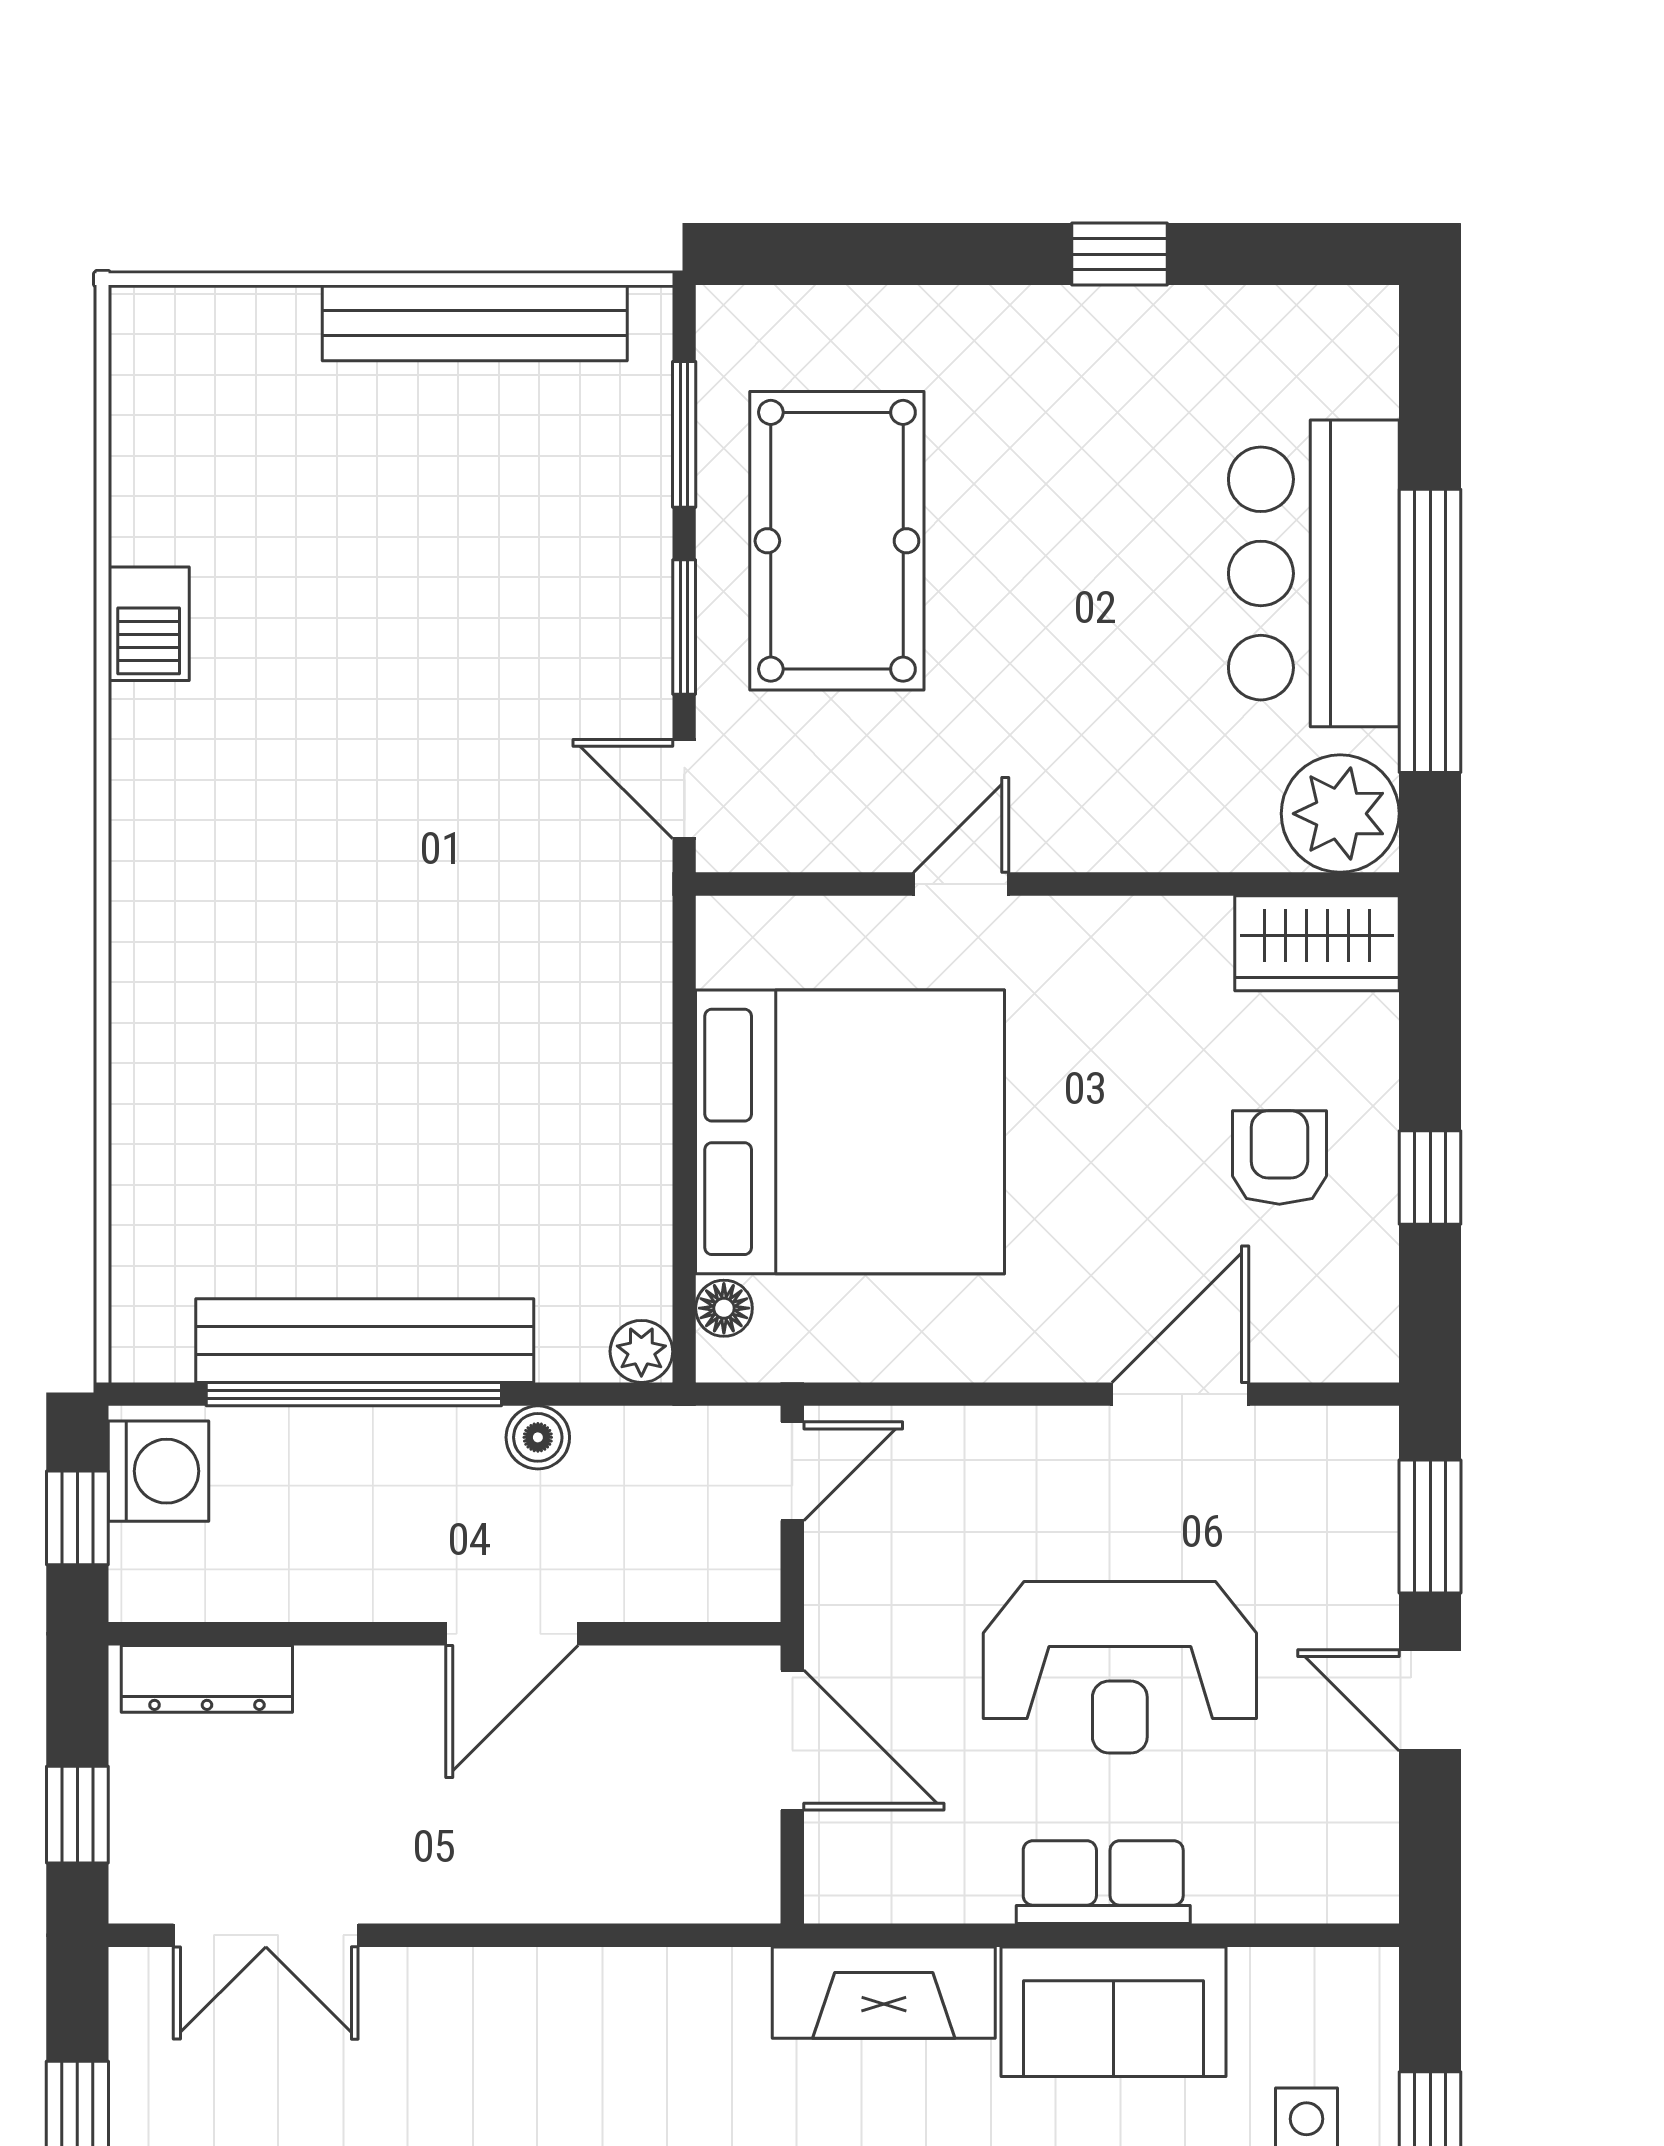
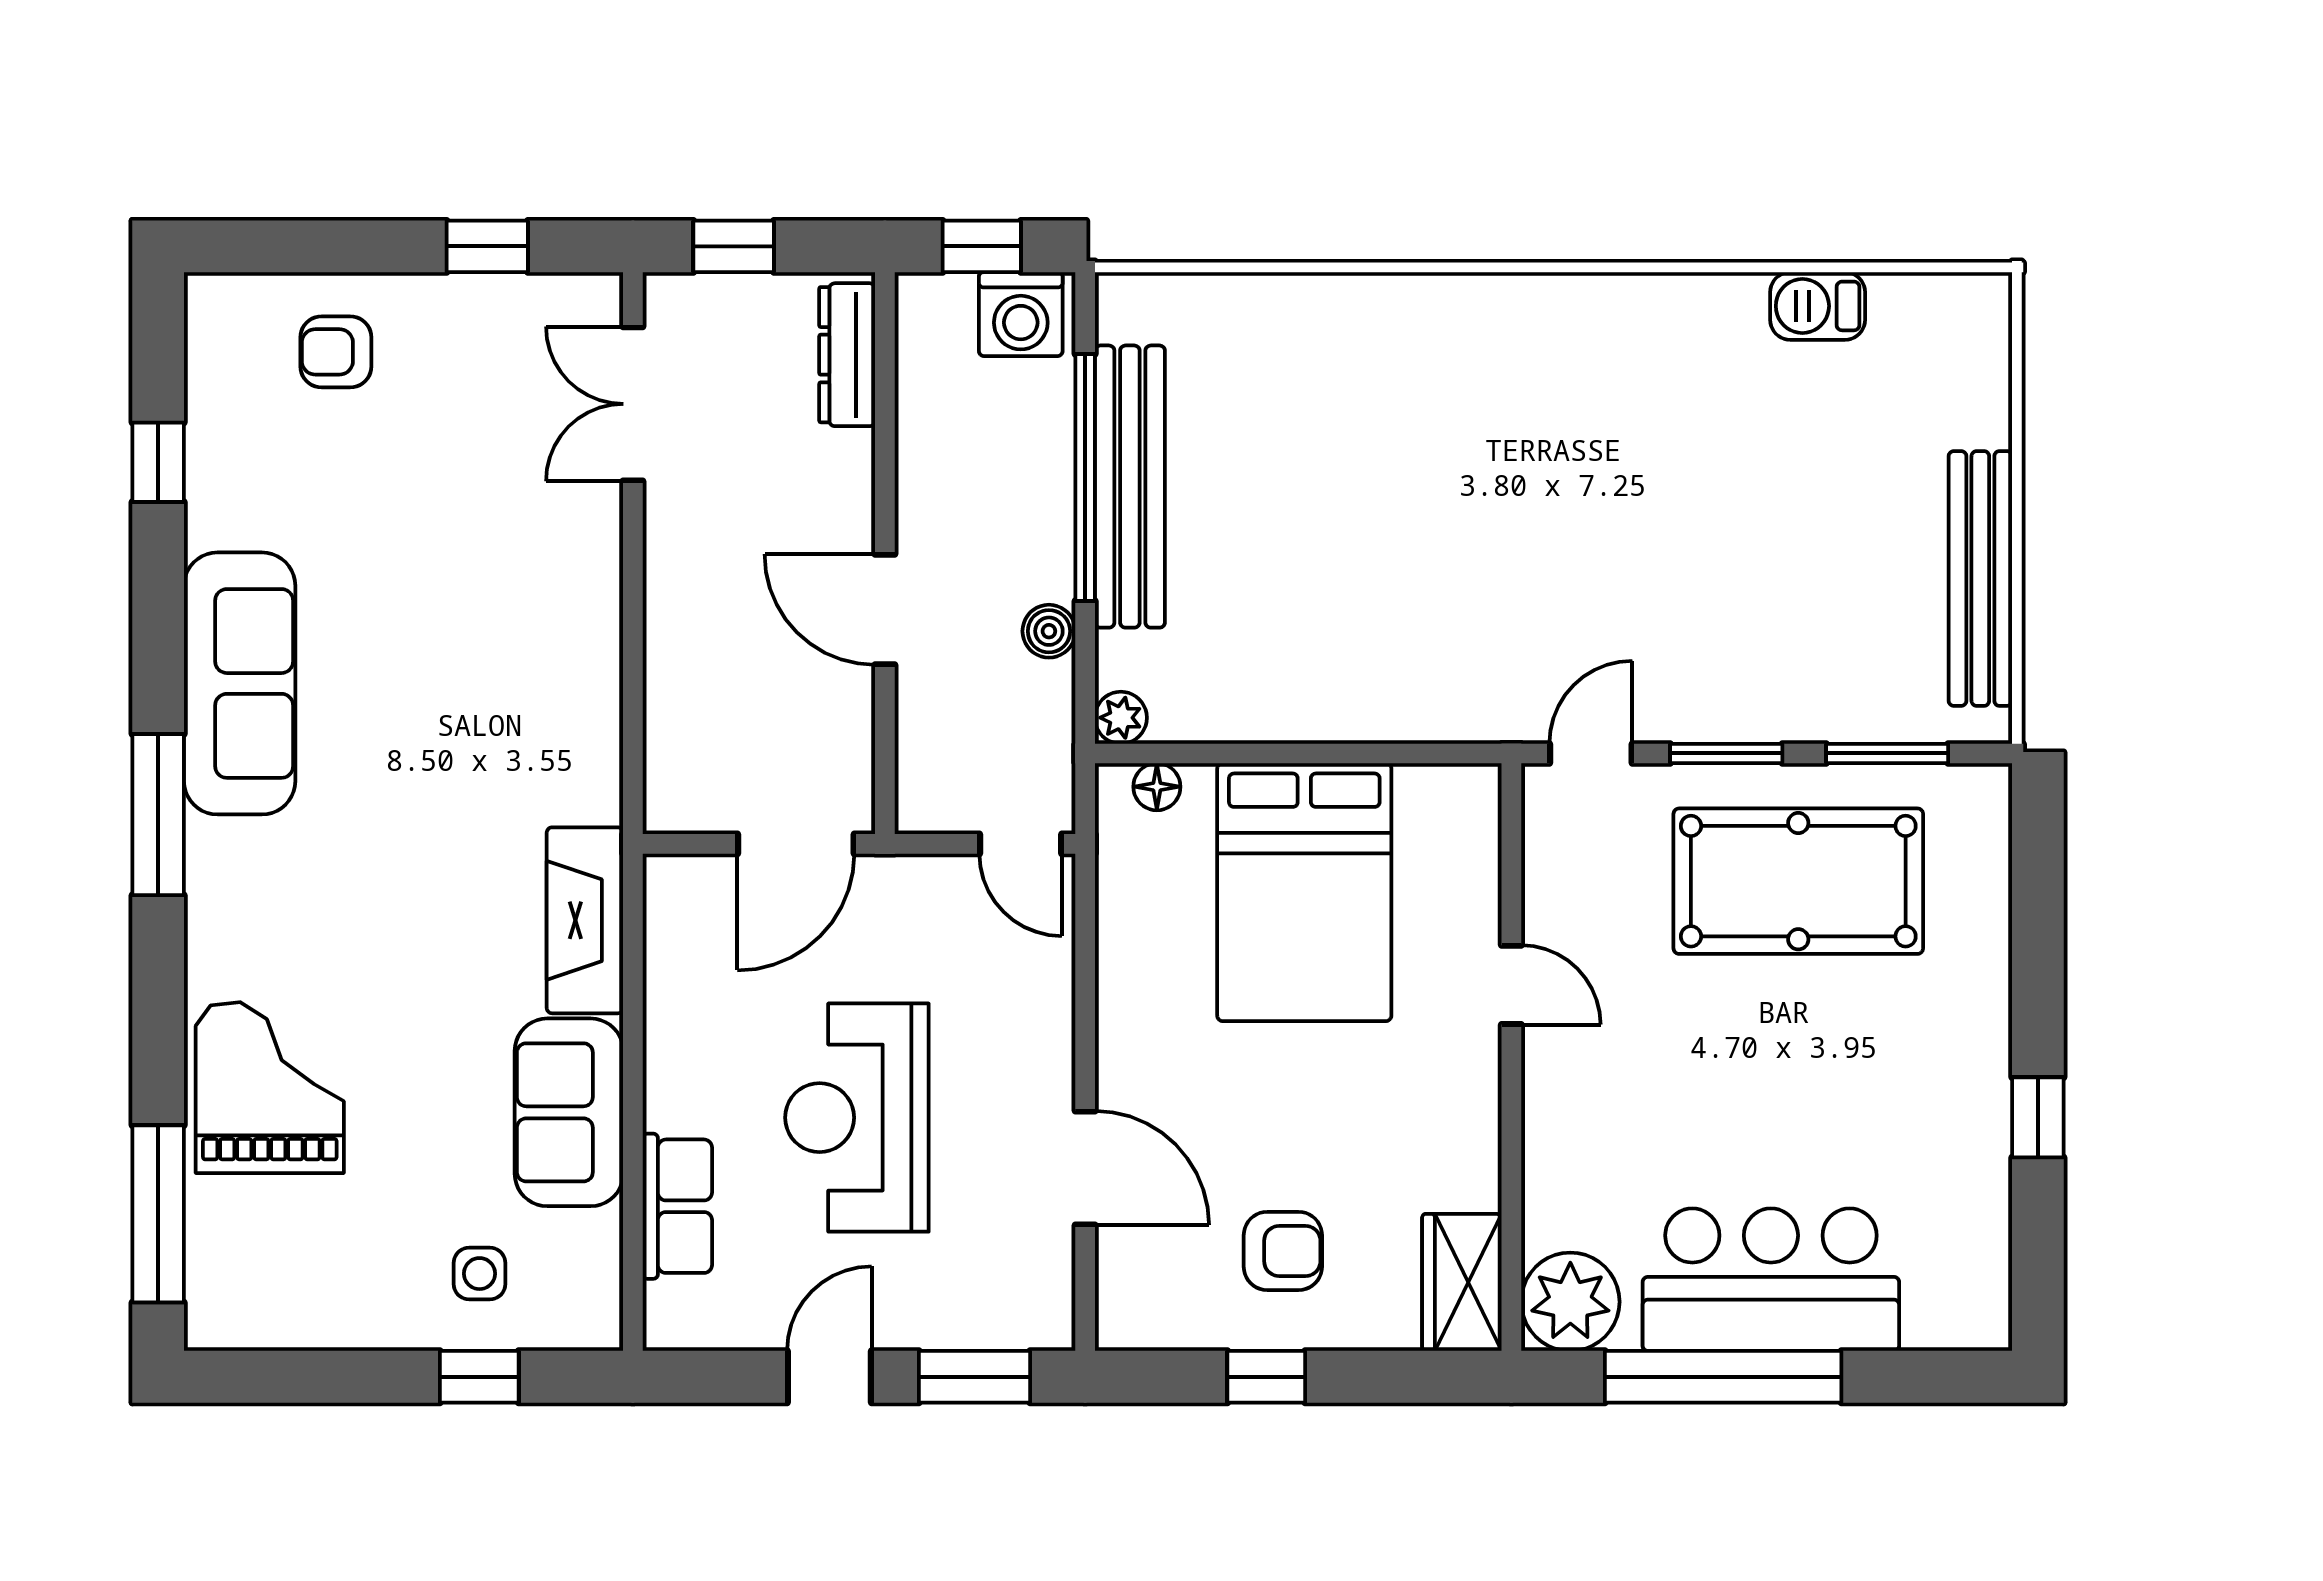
barbecue: (149, 624) -> (1818, 306), moved
bed: (850, 1132) -> (1304, 892), width x0.73
row of seats: (1103, 1882) -> (677, 1206), moved

